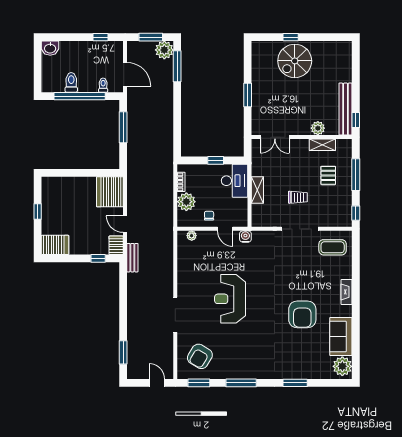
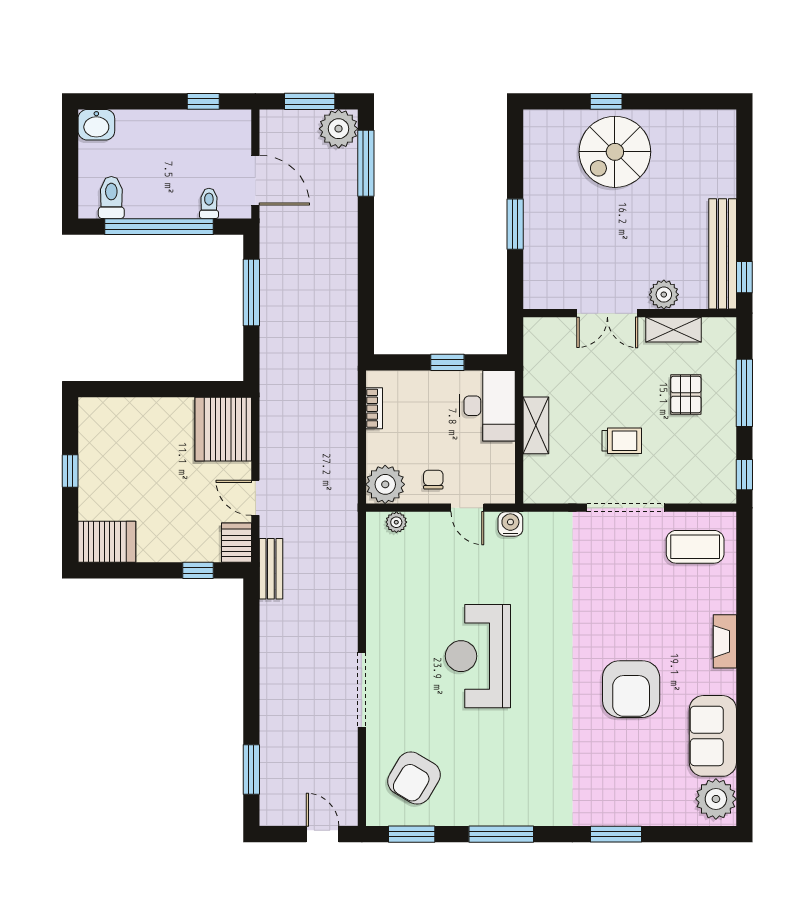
toilet: (71, 82) -> (111, 197), moved
double door: (275, 137) -> (607, 313), moved
plant: (186, 202) -> (385, 484), moved

